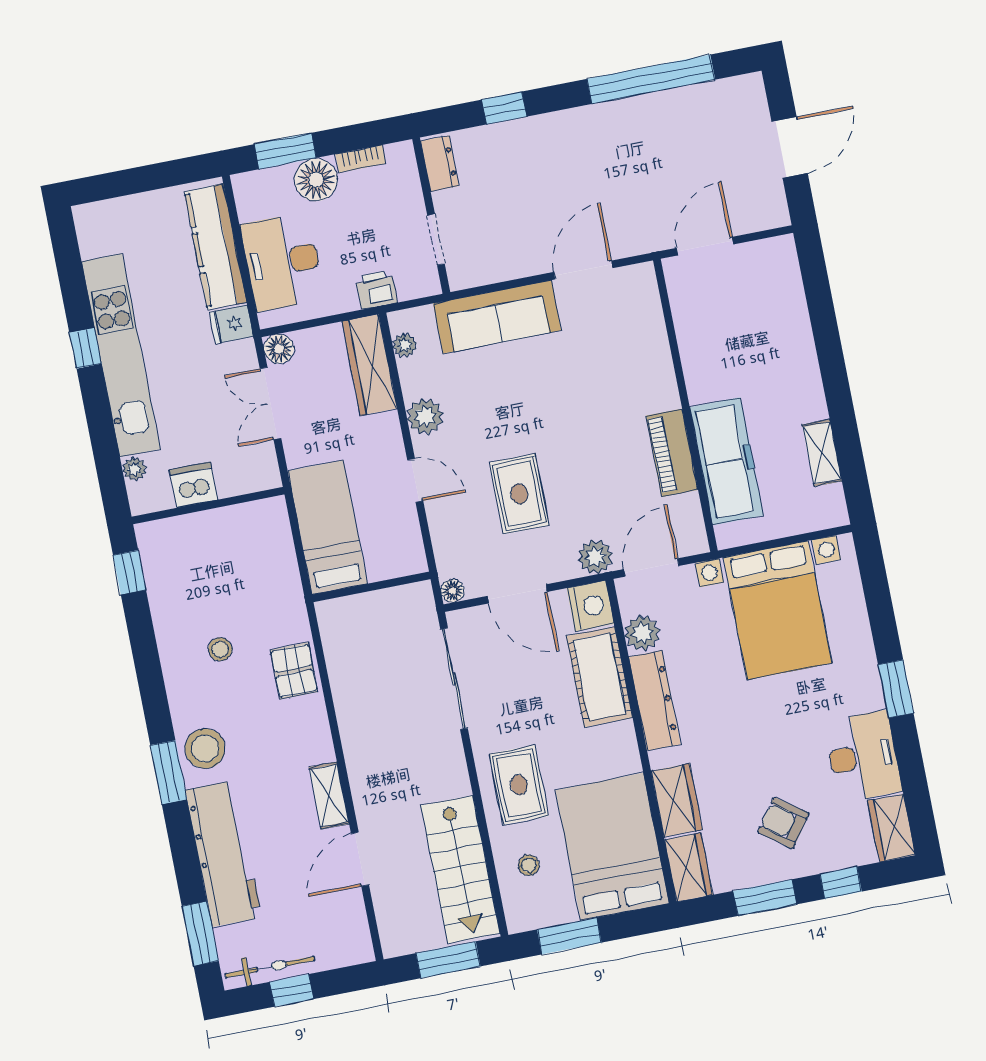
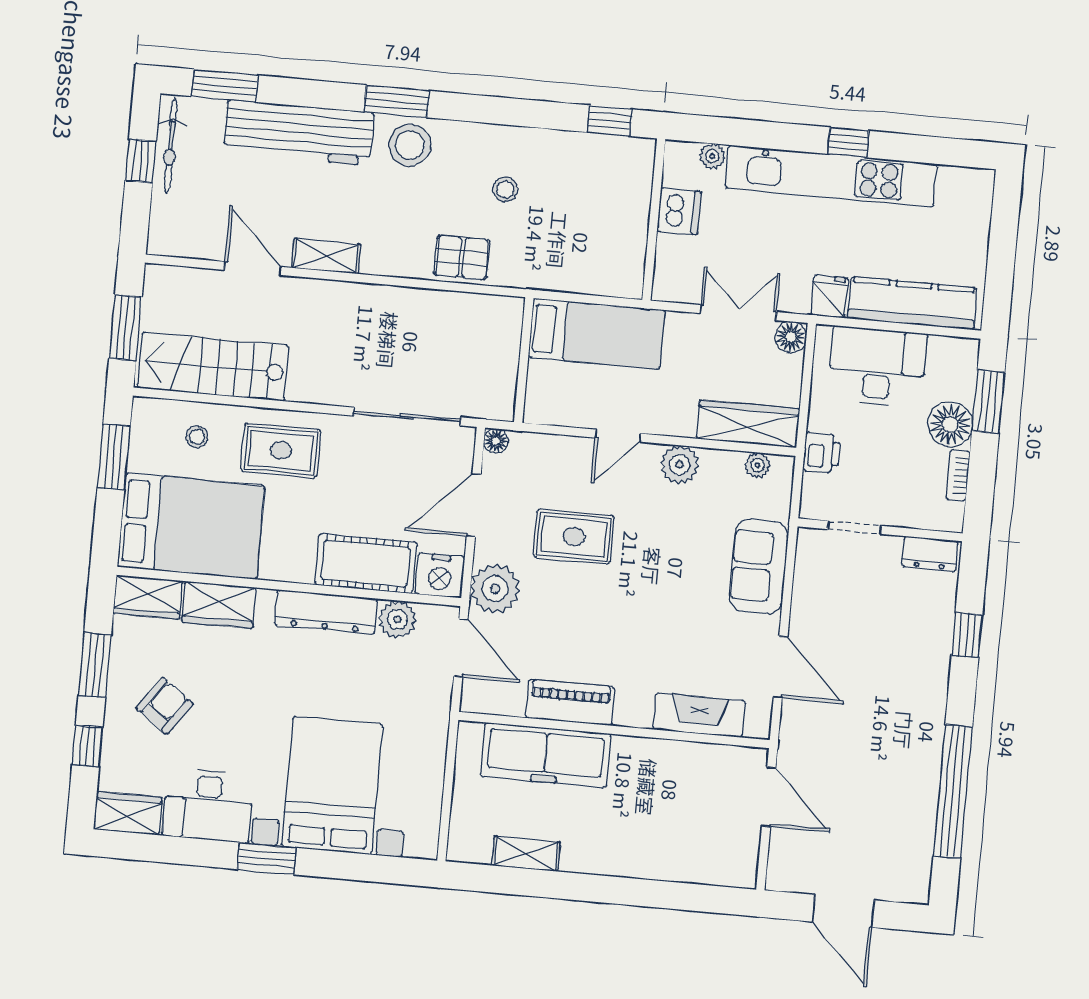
sofa: (497, 317) -> (759, 566), width x0.73
fireplace: (649, 332) -> (699, 715), added
plant: (595, 557) -> (495, 589), width x1.36, depth x1.36
bed with nightstands: (778, 610) -> (332, 785), moved, turned 90

